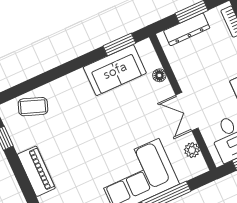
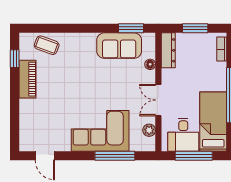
dresser: (187, 29) -> (168, 50), moved, turned -90
piano: (36, 171) -> (27, 79), moved

